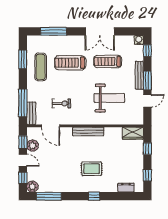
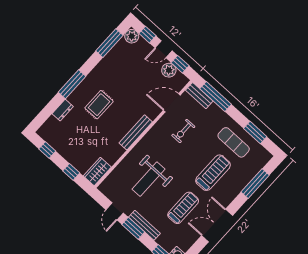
dresser: (126, 188) -> (63, 110), moved
window: (94, 196) -> (72, 84), width x2.17

